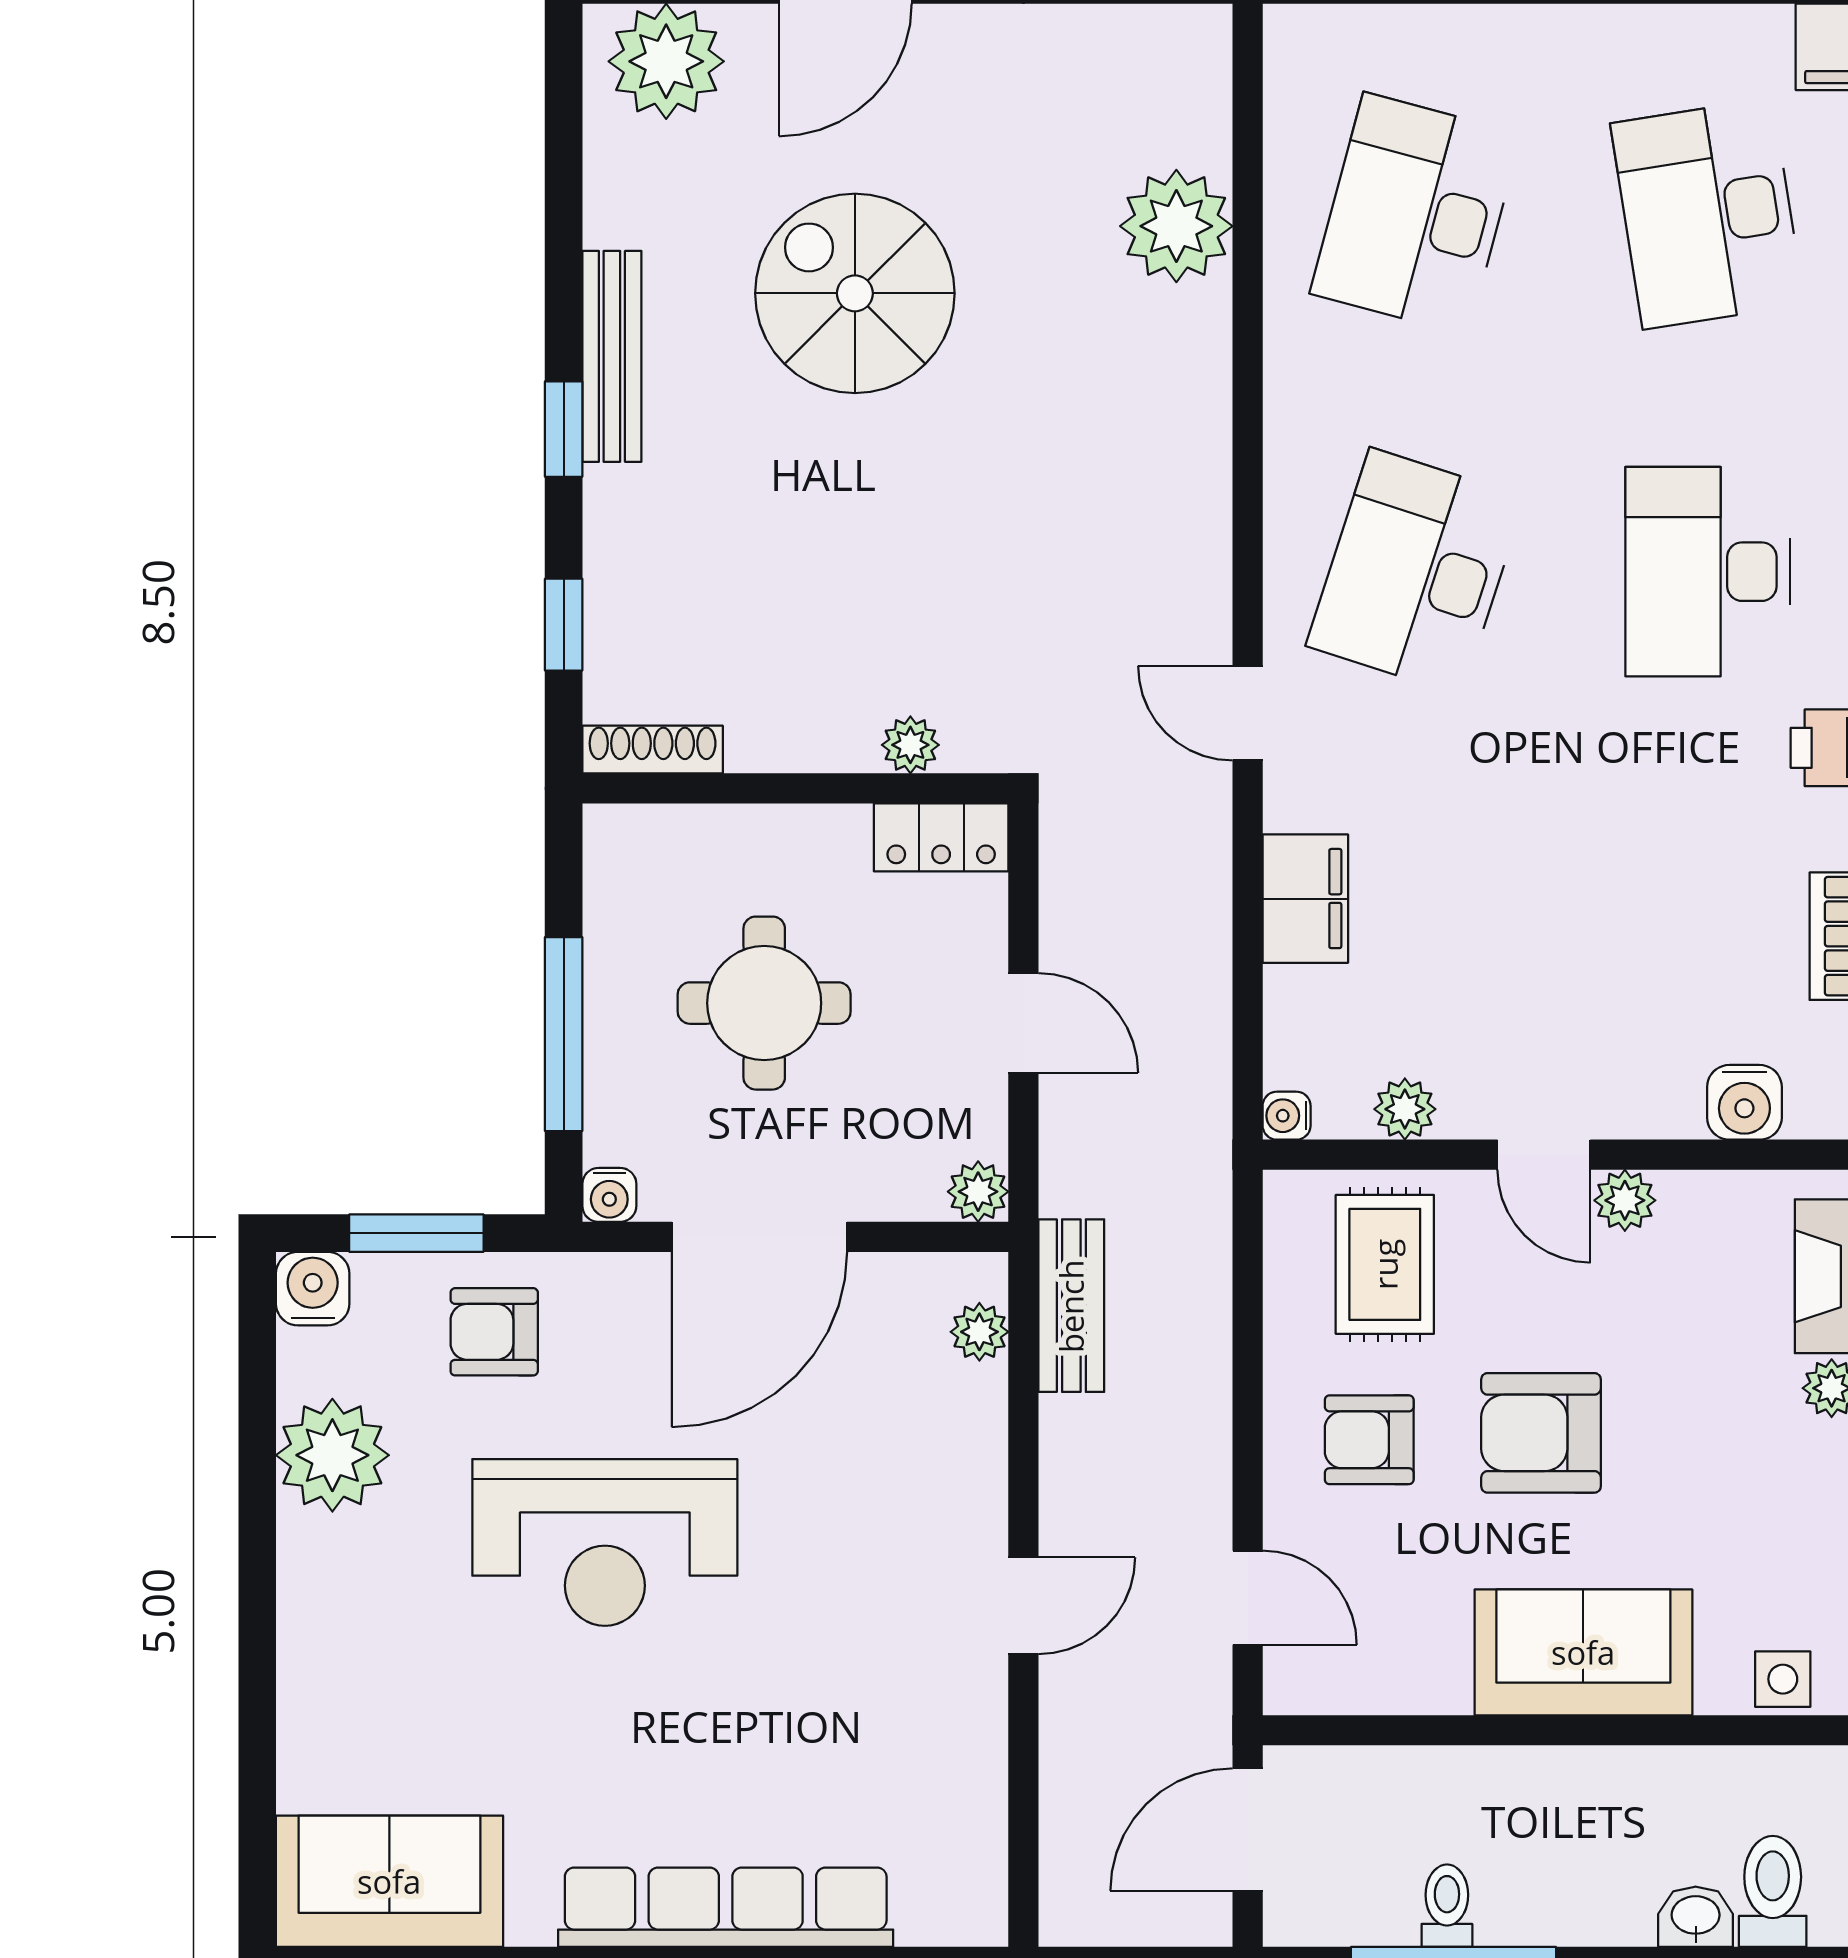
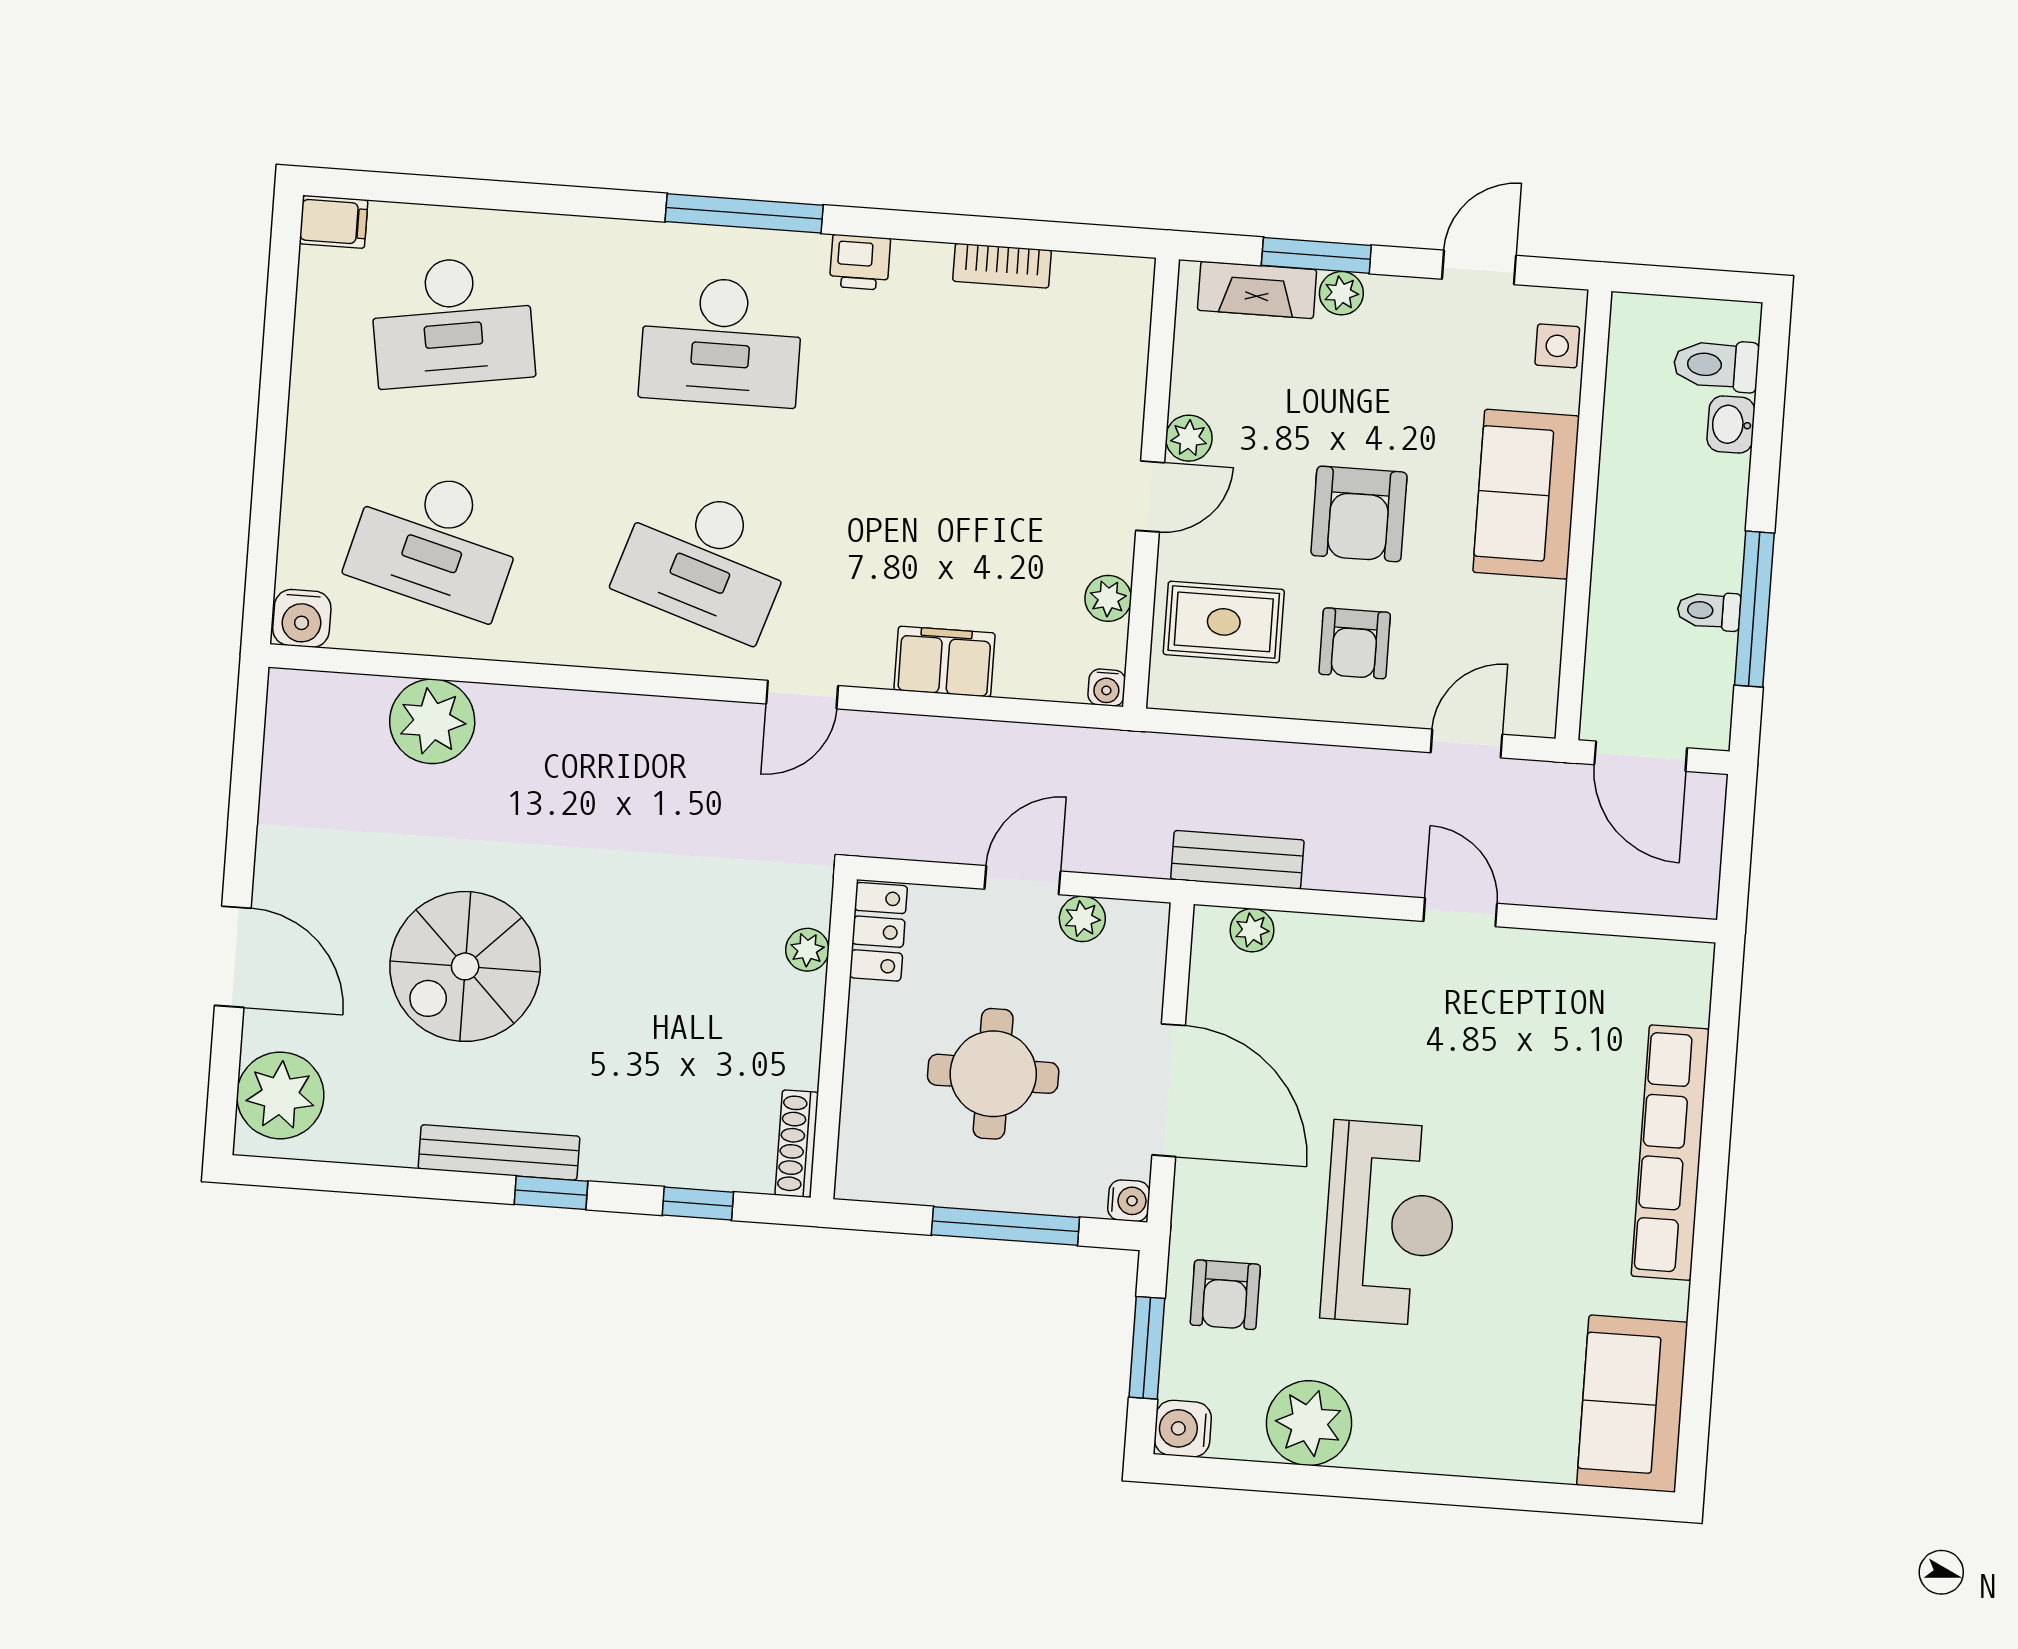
water cooler: (1744, 1102) -> (302, 618), moved, turned 90
plant: (978, 1192) -> (1082, 919), moved

